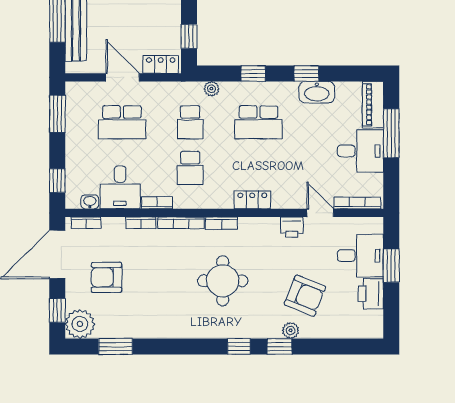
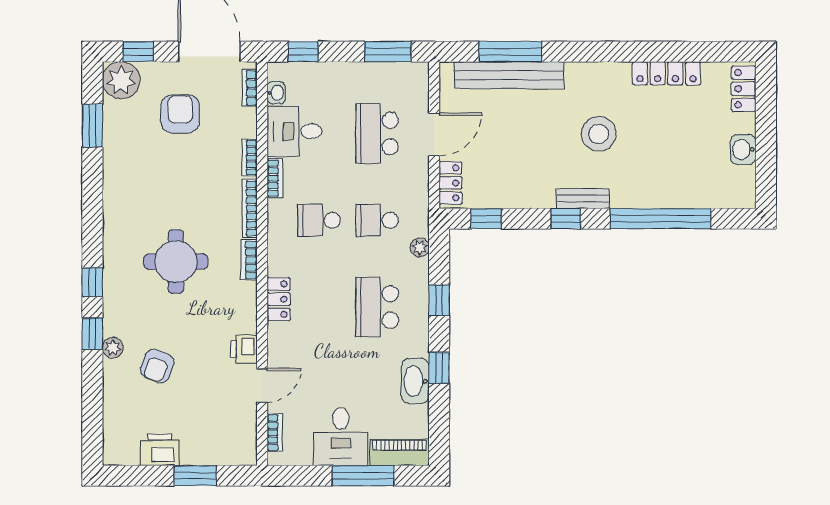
bookcase: (357, 203) -> (275, 432), width x0.64
desk: (360, 256) -> (208, 436), removed
armchair: (305, 296) -> (157, 366), width x0.72, depth x0.72

